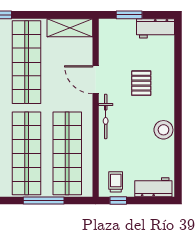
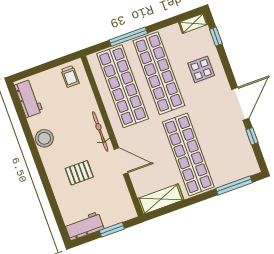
pallet: (141, 83) -> (79, 173), turned 90
workbench: (153, 187) -> (29, 98), moved, turned -90
window: (118, 200) -> (62, 61), removed

